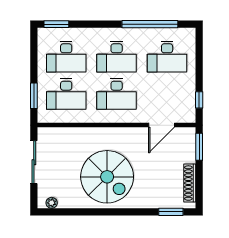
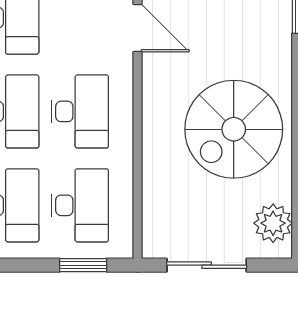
spiral stairs: (107, 177) -> (234, 129), turned 180
plant: (52, 203) -> (273, 223), width x1.88, depth x1.88

